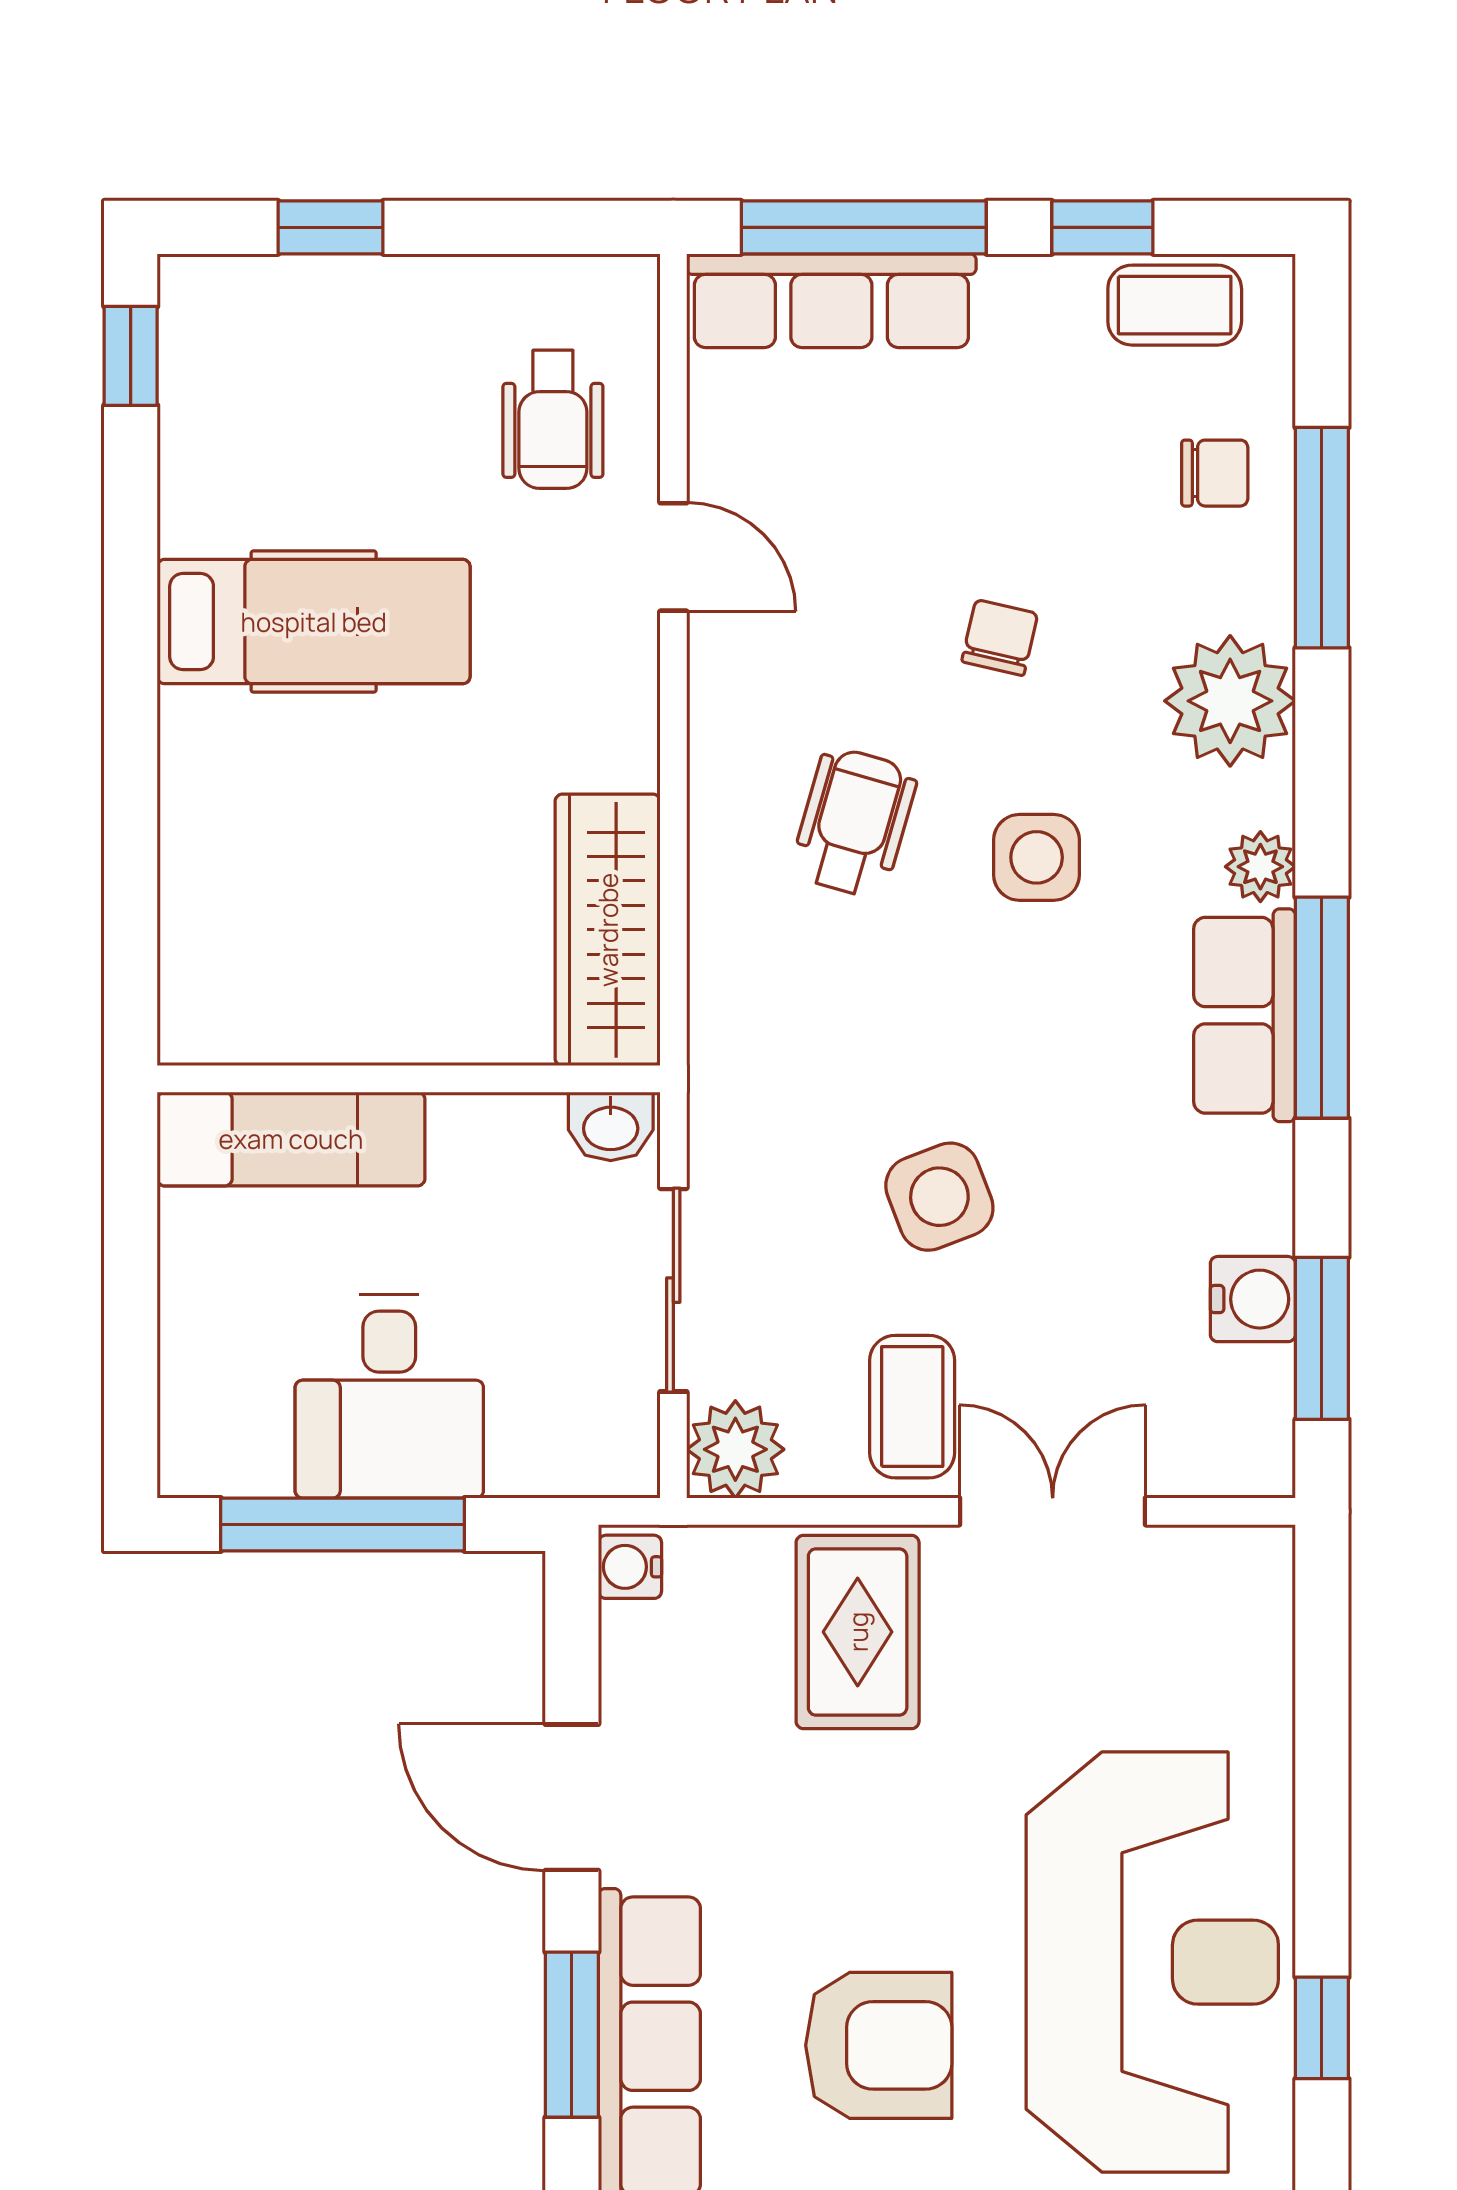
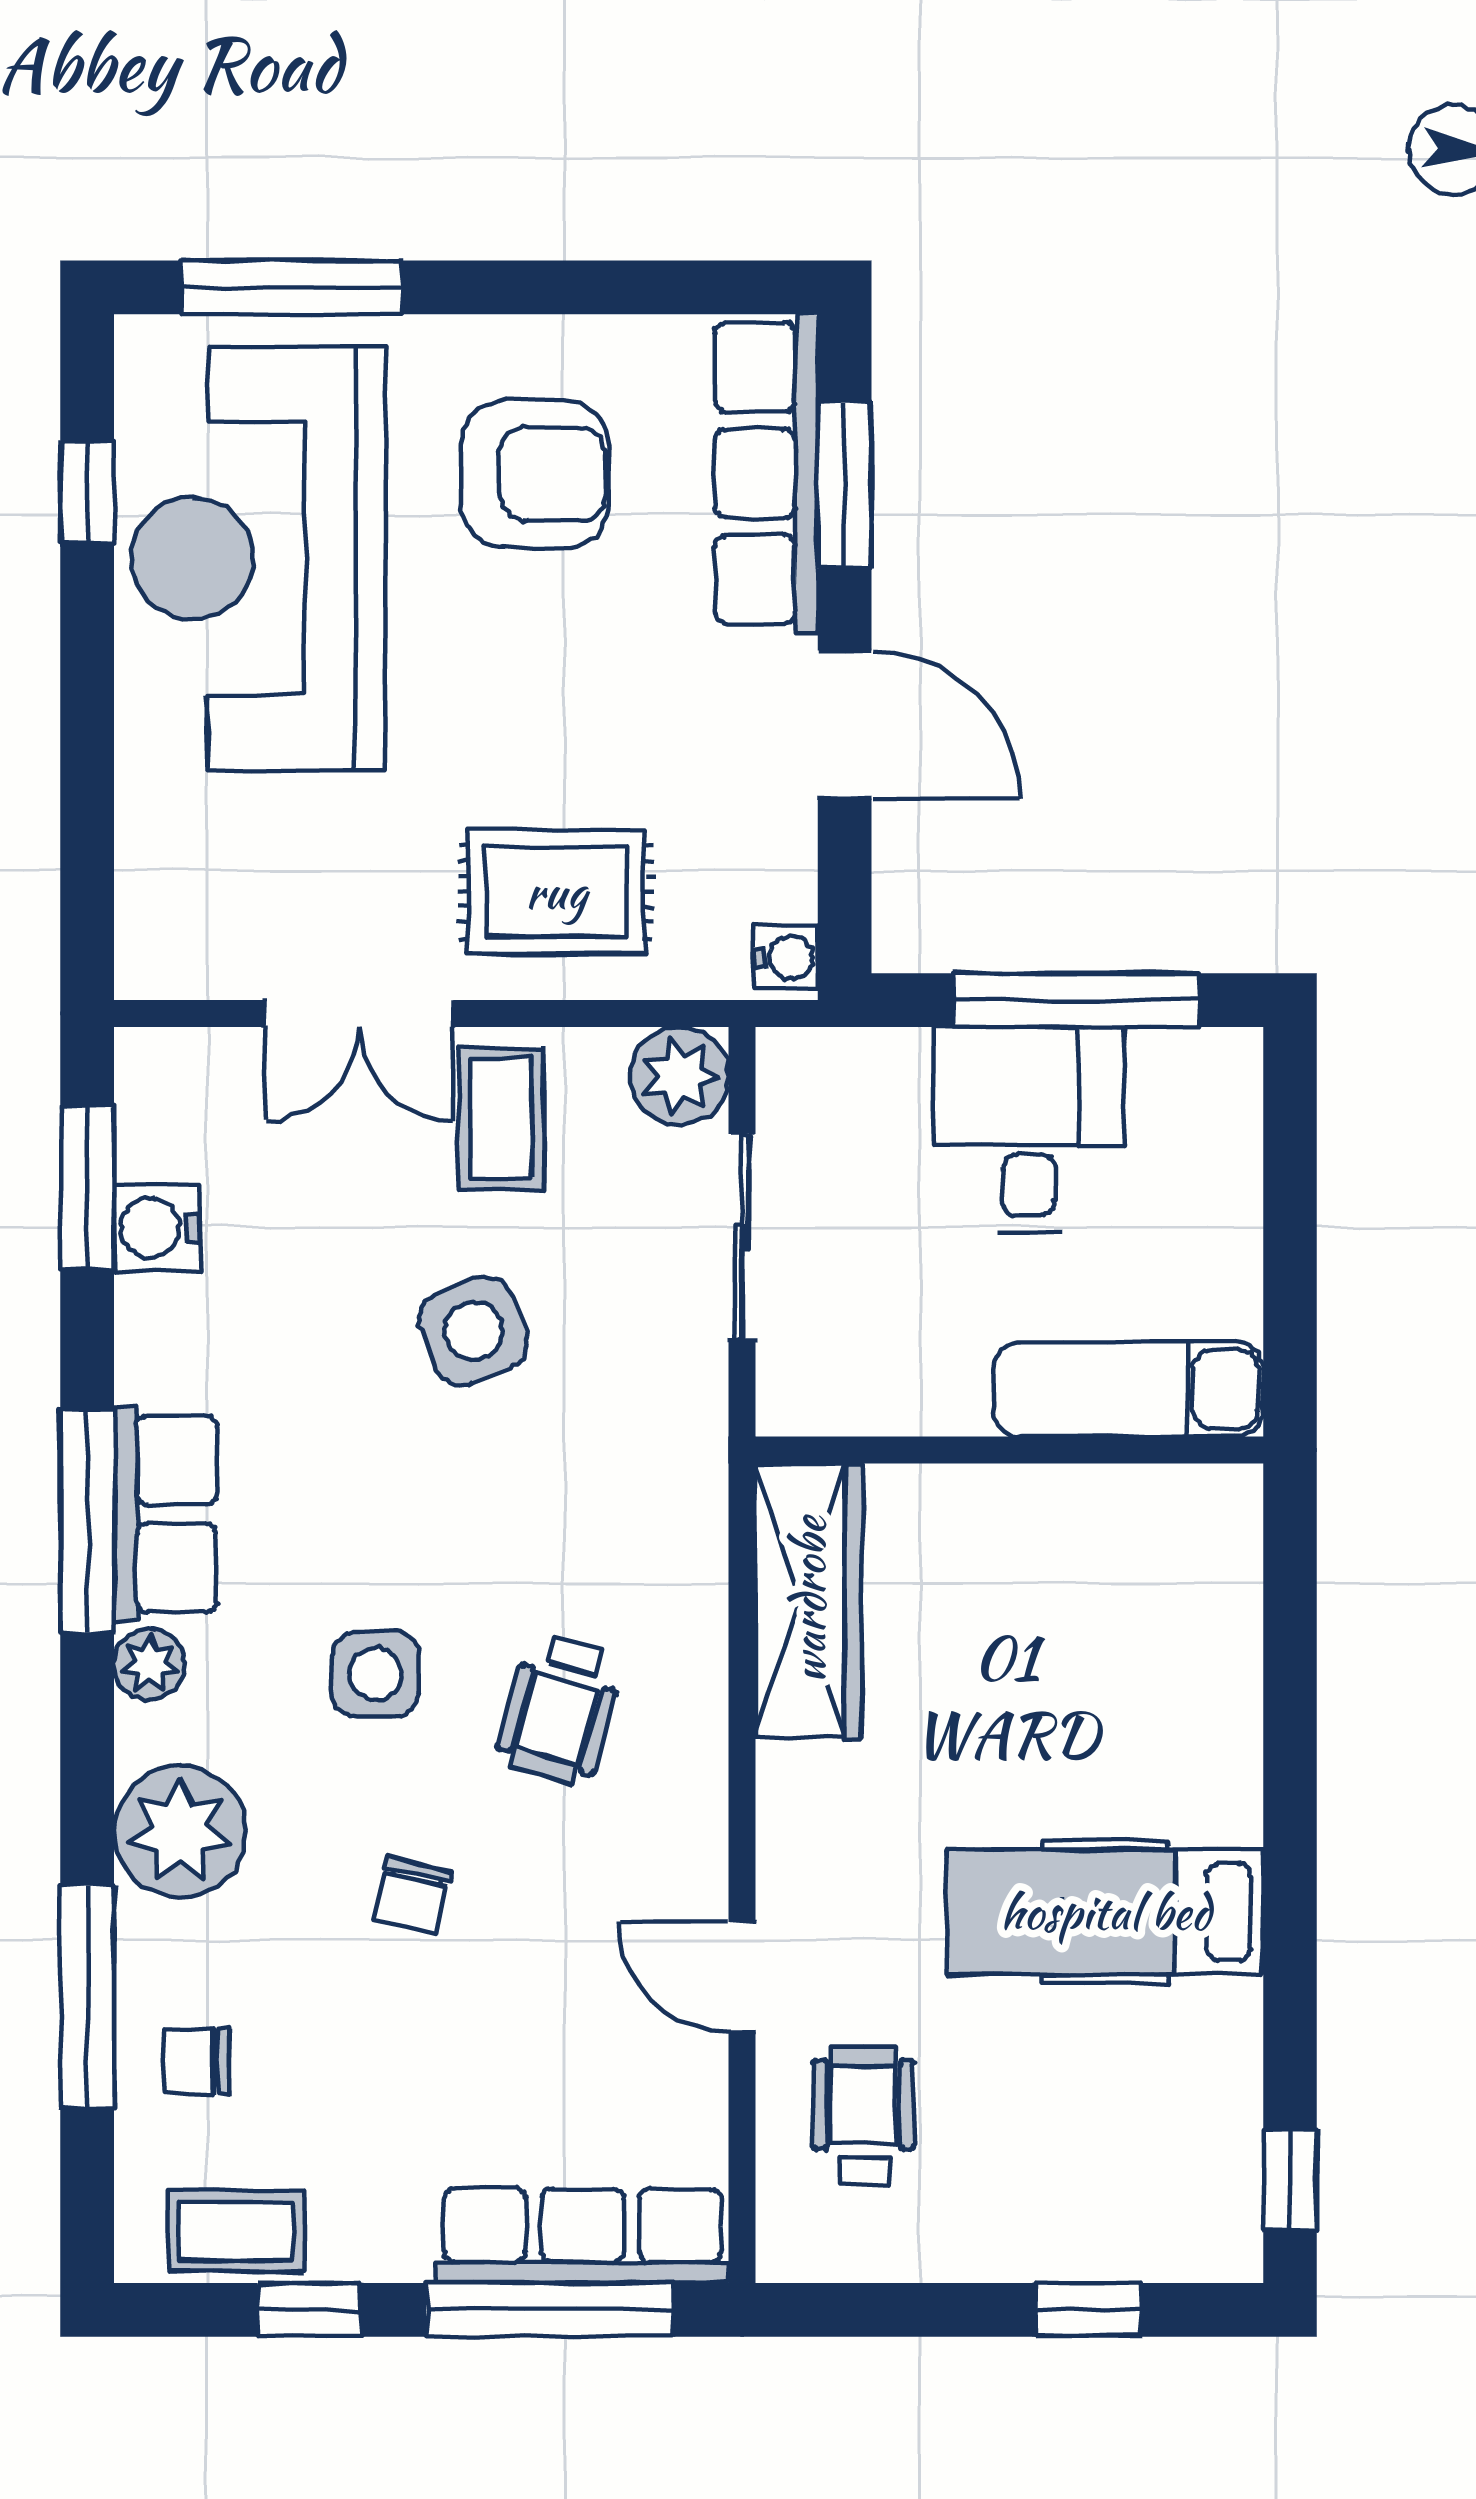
washbasin: (611, 1126) -> (805, 1402), removed
rug: (858, 1632) -> (556, 892), turned 90
armchair: (879, 2045) -> (535, 474), turned 180

